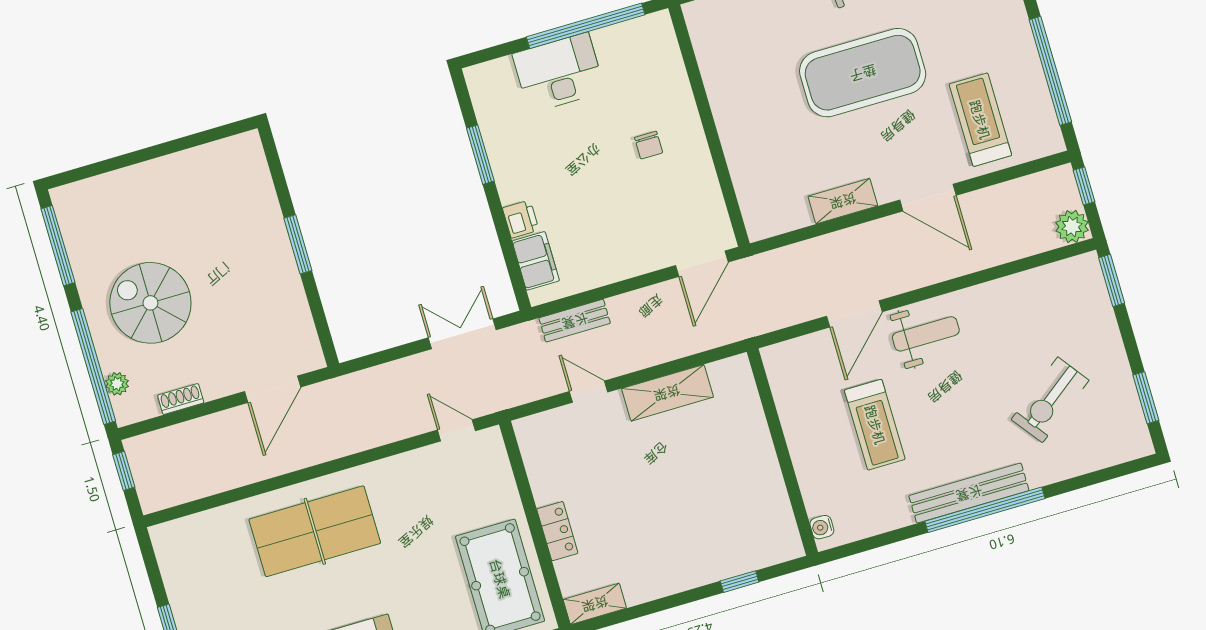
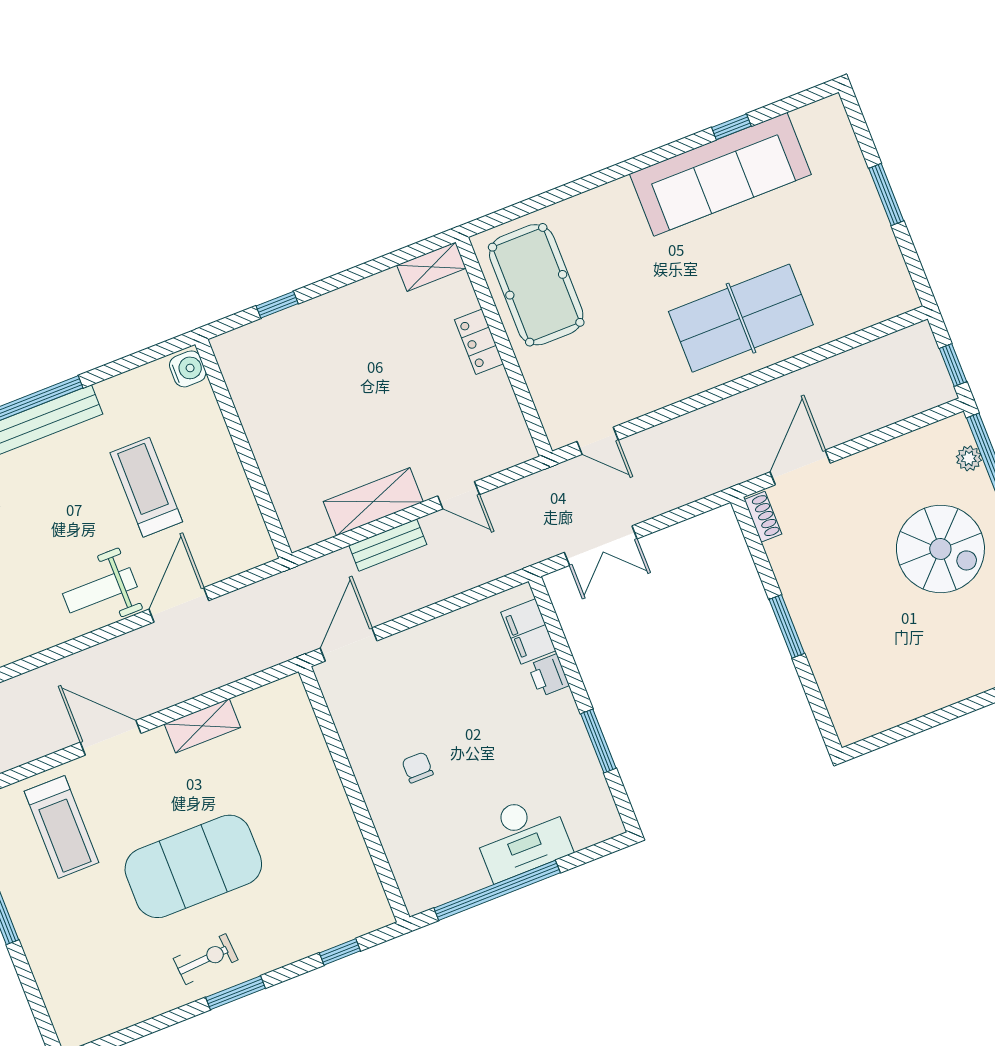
bench: (575, 321) -> (388, 545), moved
shoe rack: (181, 399) -> (763, 517), moved, turned -90
water cooler: (822, 527) -> (188, 369), width x1.38, depth x1.38

